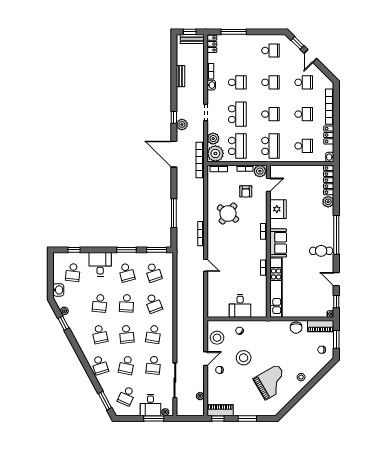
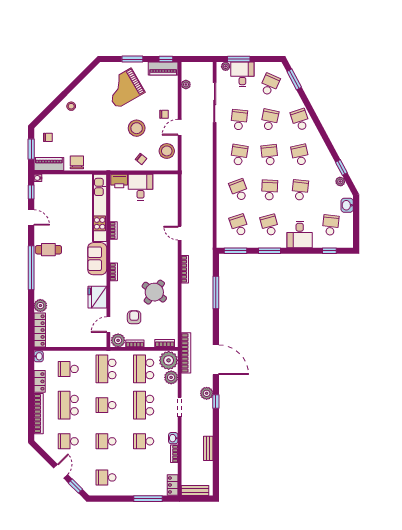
window: (190, 32) -> (198, 499), removed
school desk: (304, 114) -> (68, 405), width x1.85
printer: (259, 311) -> (119, 181), added
grand piano: (272, 382) -> (124, 88), moved

